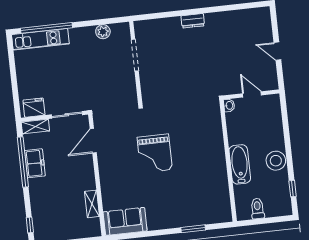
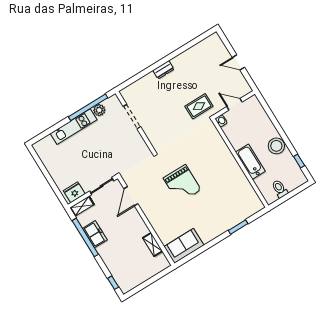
window: (47, 28) -> (88, 107), moved
kitchen unit: (40, 39) -> (74, 127), moved
rug: (213, 78) -> (199, 106), added

